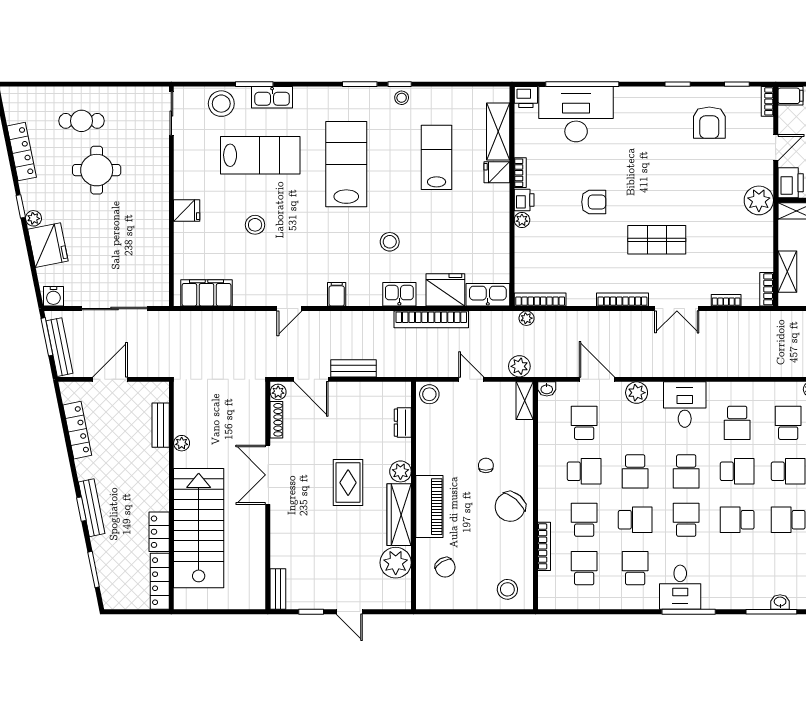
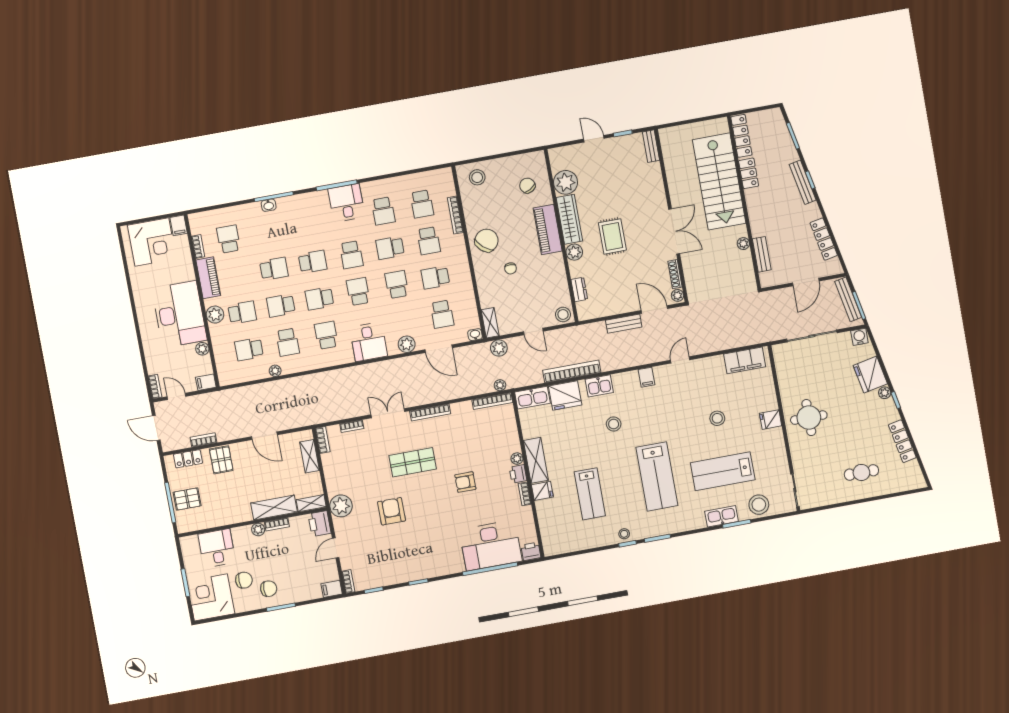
armchair: (709, 123) -> (392, 511), moved
shelving: (498, 131) -> (536, 460), moved
round table: (97, 170) -> (809, 418), moved

